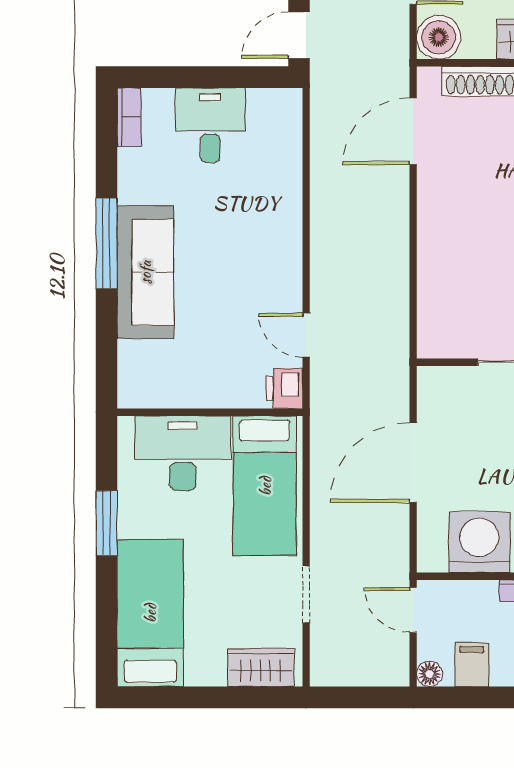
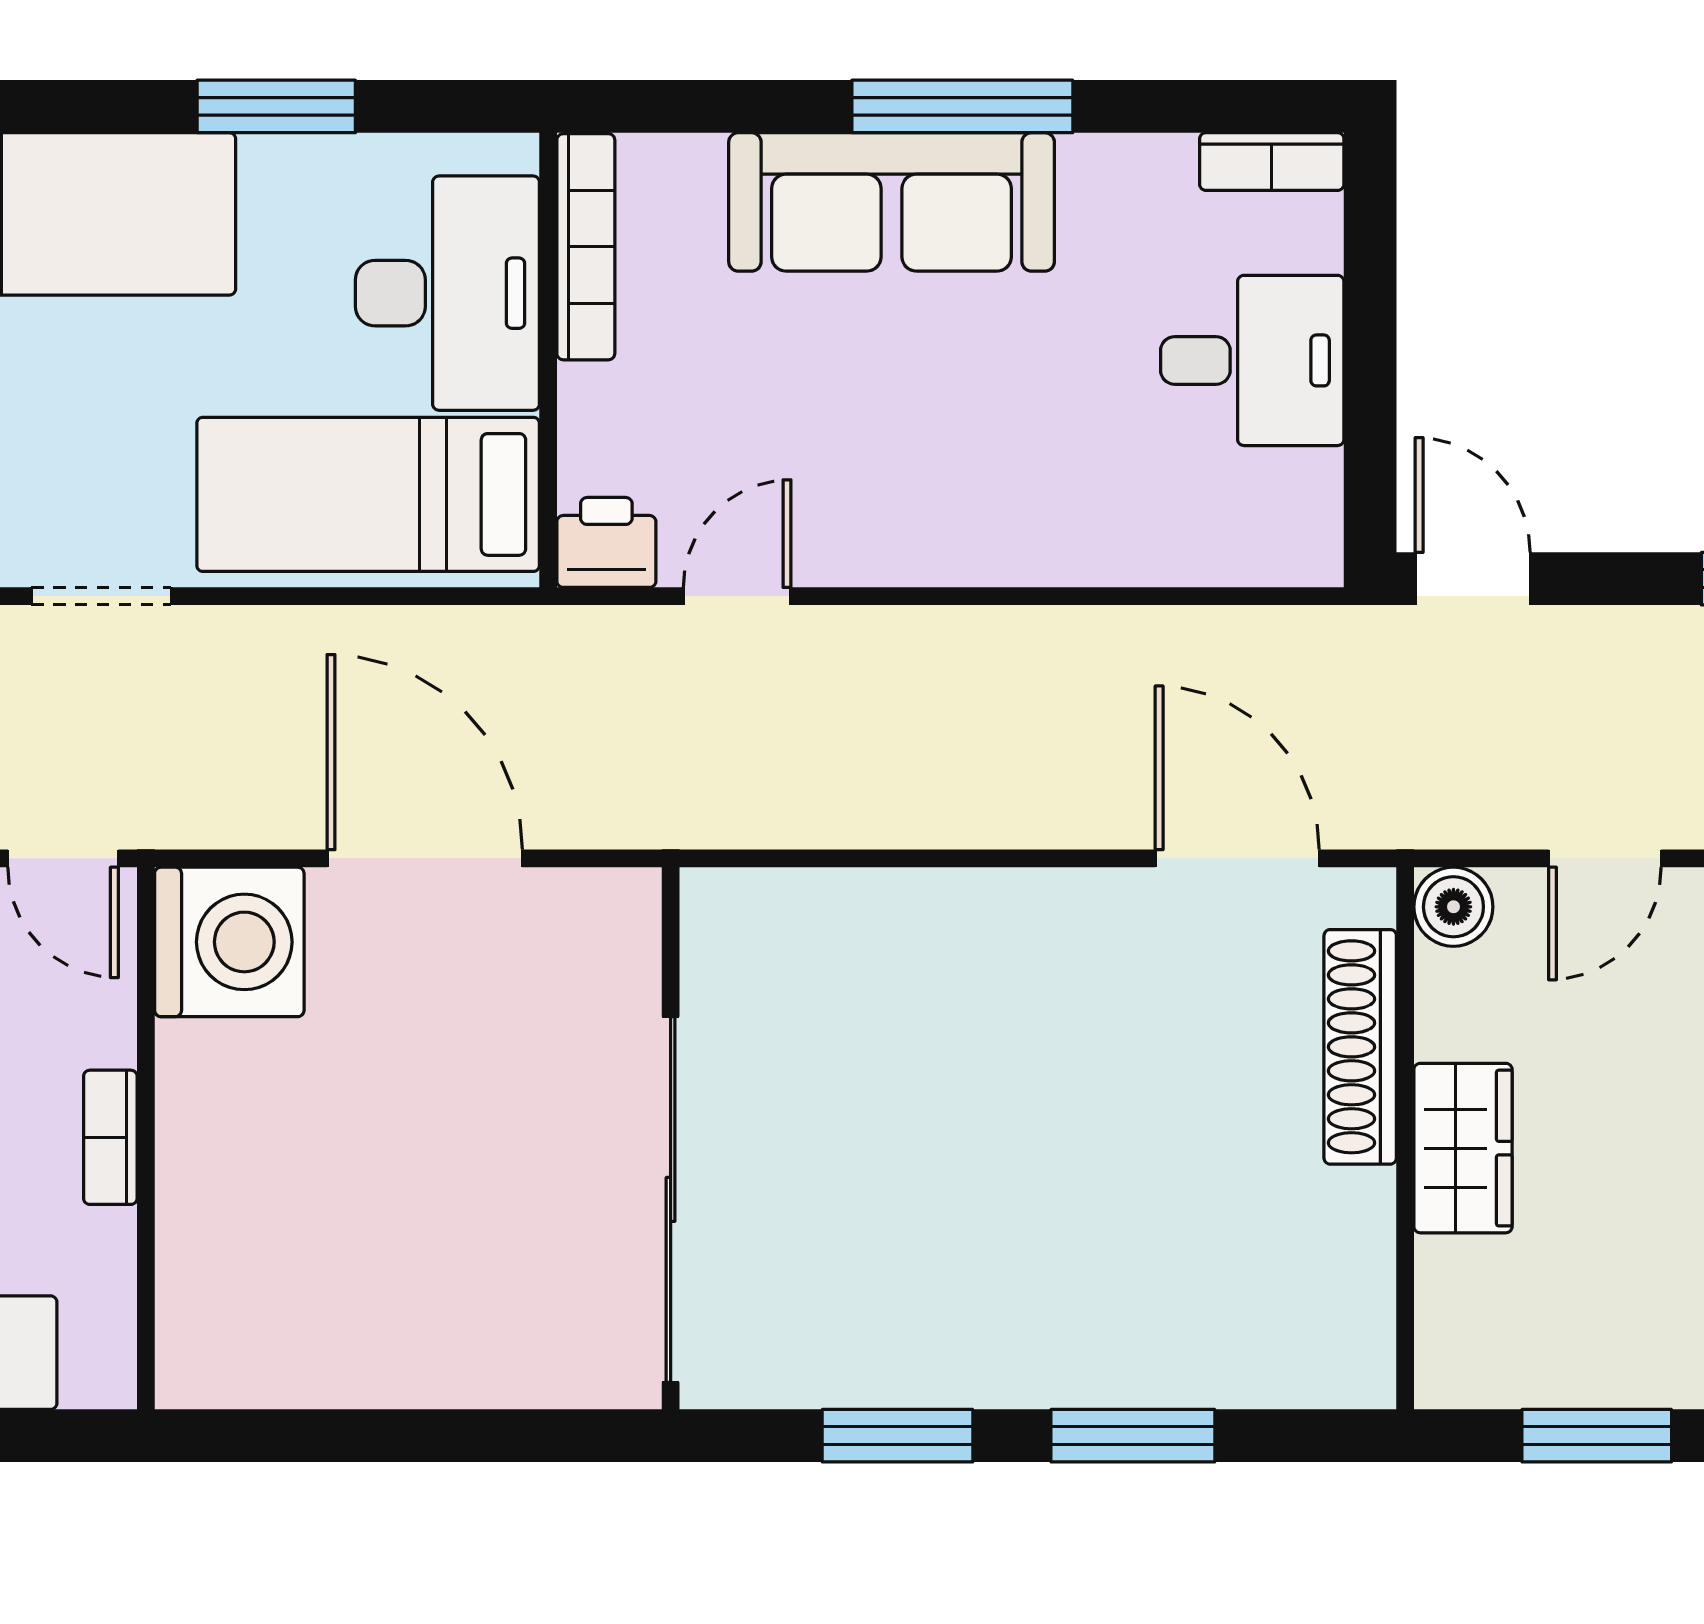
boiler: (439, 37) -> (1453, 907), width x0.73, depth x0.73
bookcase: (164, 397) -> (586, 247), added
washing machine: (479, 542) -> (229, 942), moved
door: (413, 610) -> (63, 858), swing flipped

